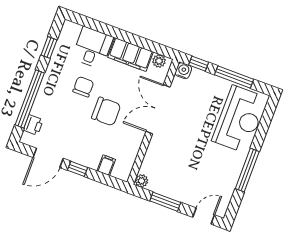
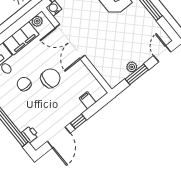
plant: (141, 181) -> (132, 67), moved

